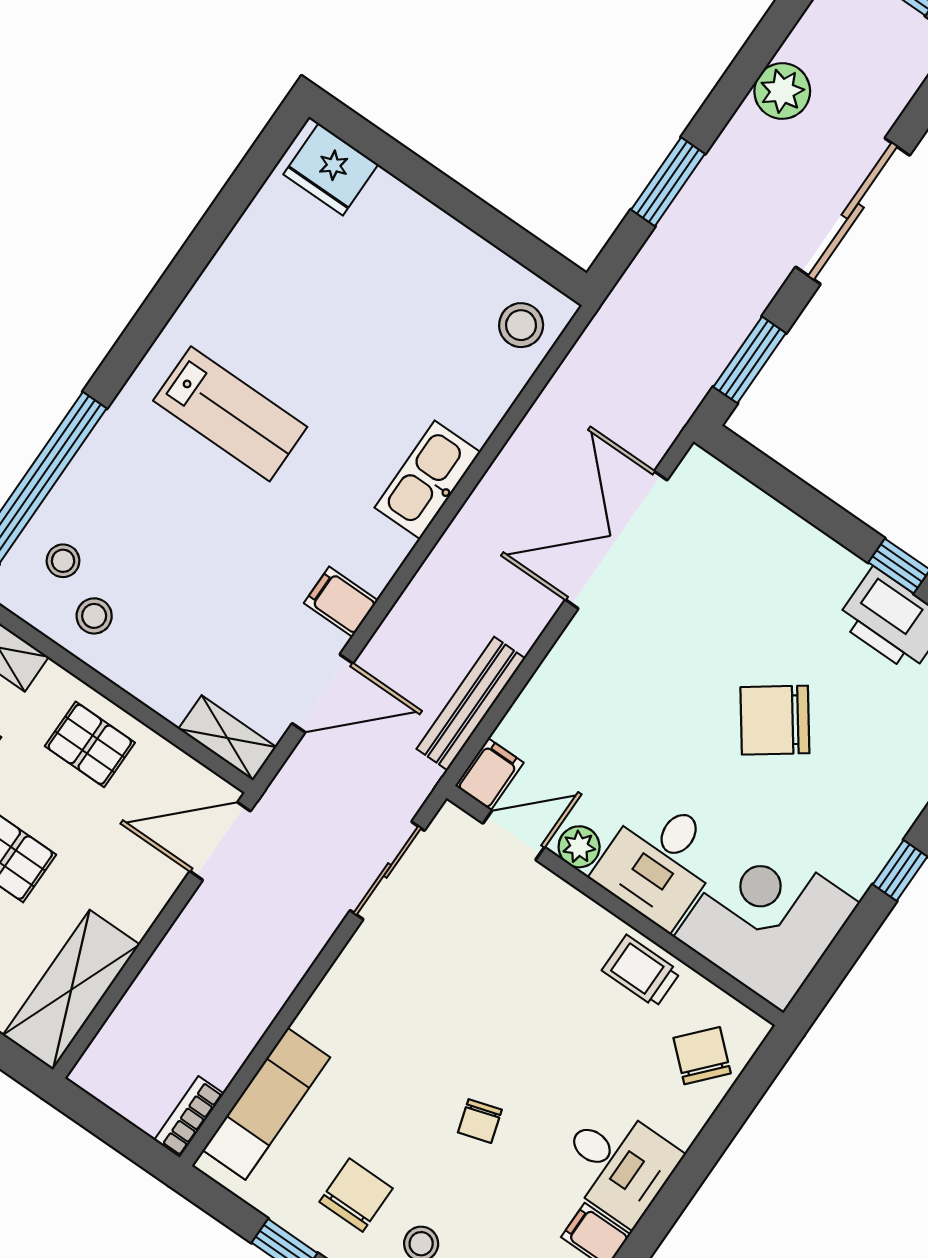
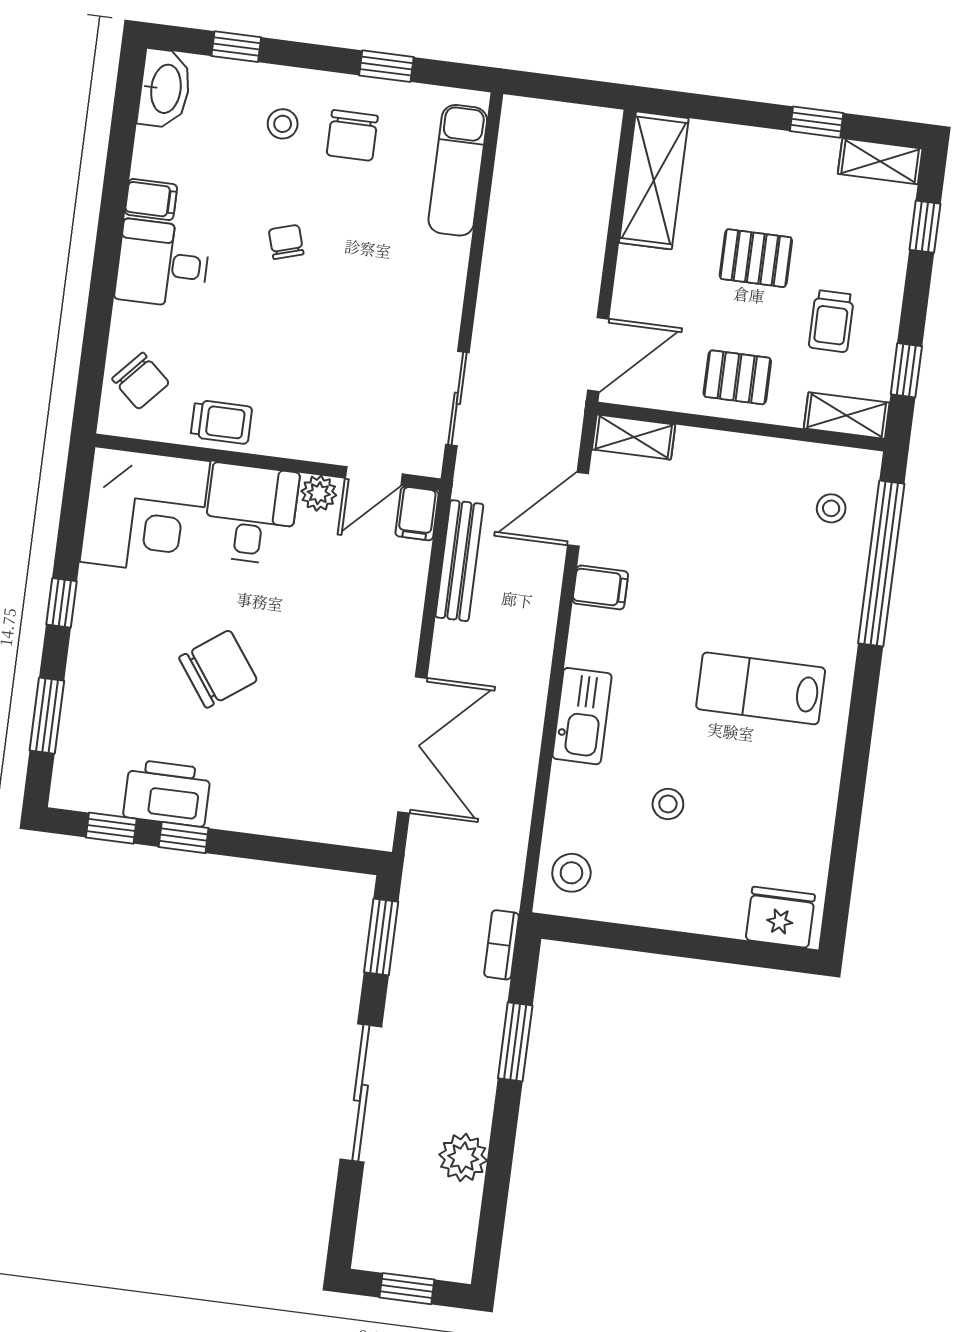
stool: (94, 616) -> (668, 804), moved
bookcase: (189, 1117) -> (501, 945), moved, turned 180

